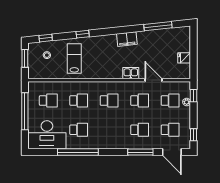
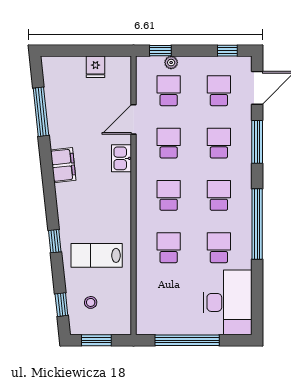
school desk: (48, 101) -> (219, 195), moved
window: (78, 152) -> (257, 224), moved

